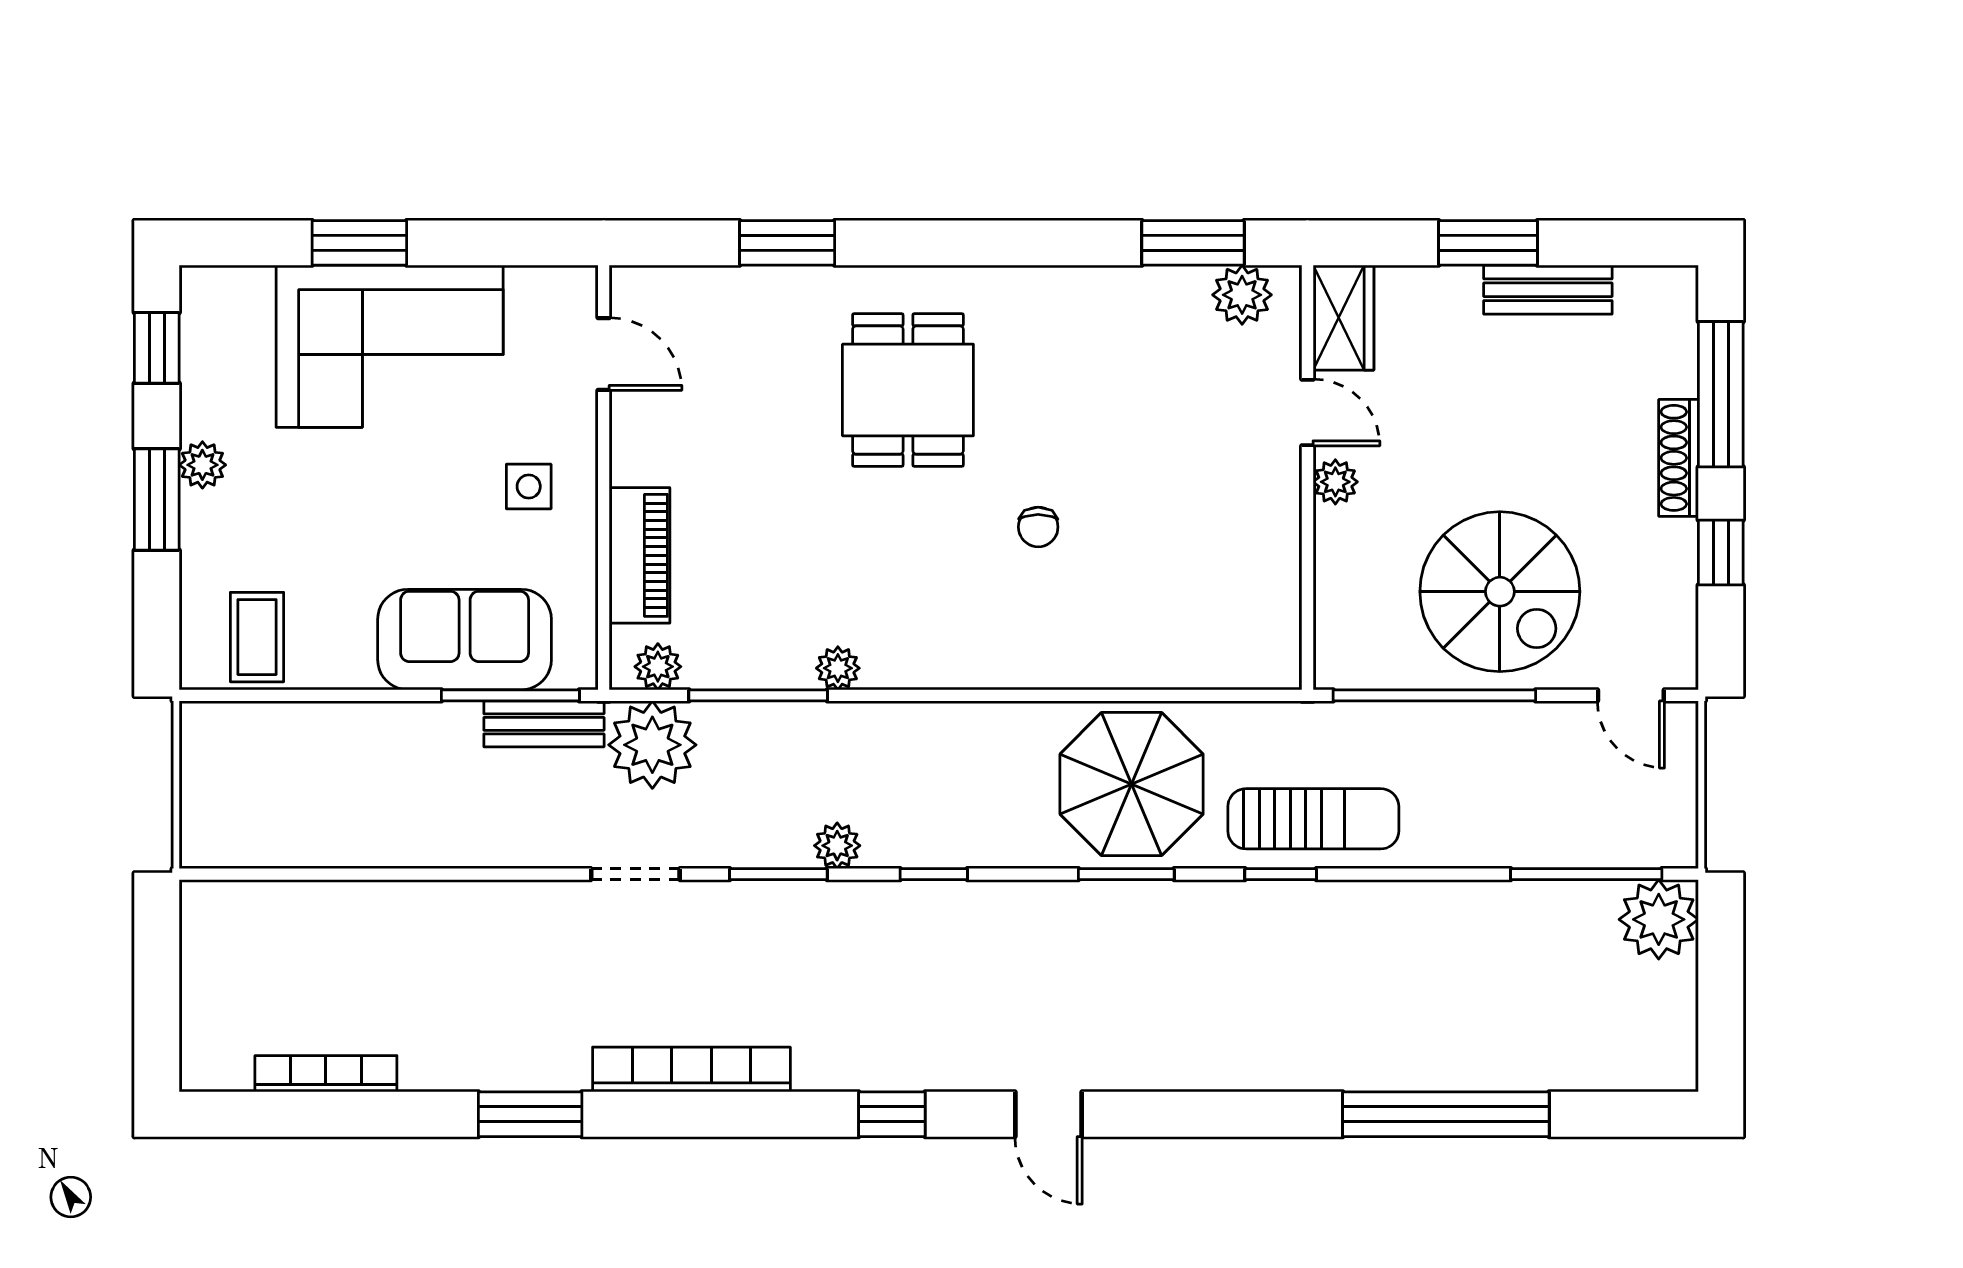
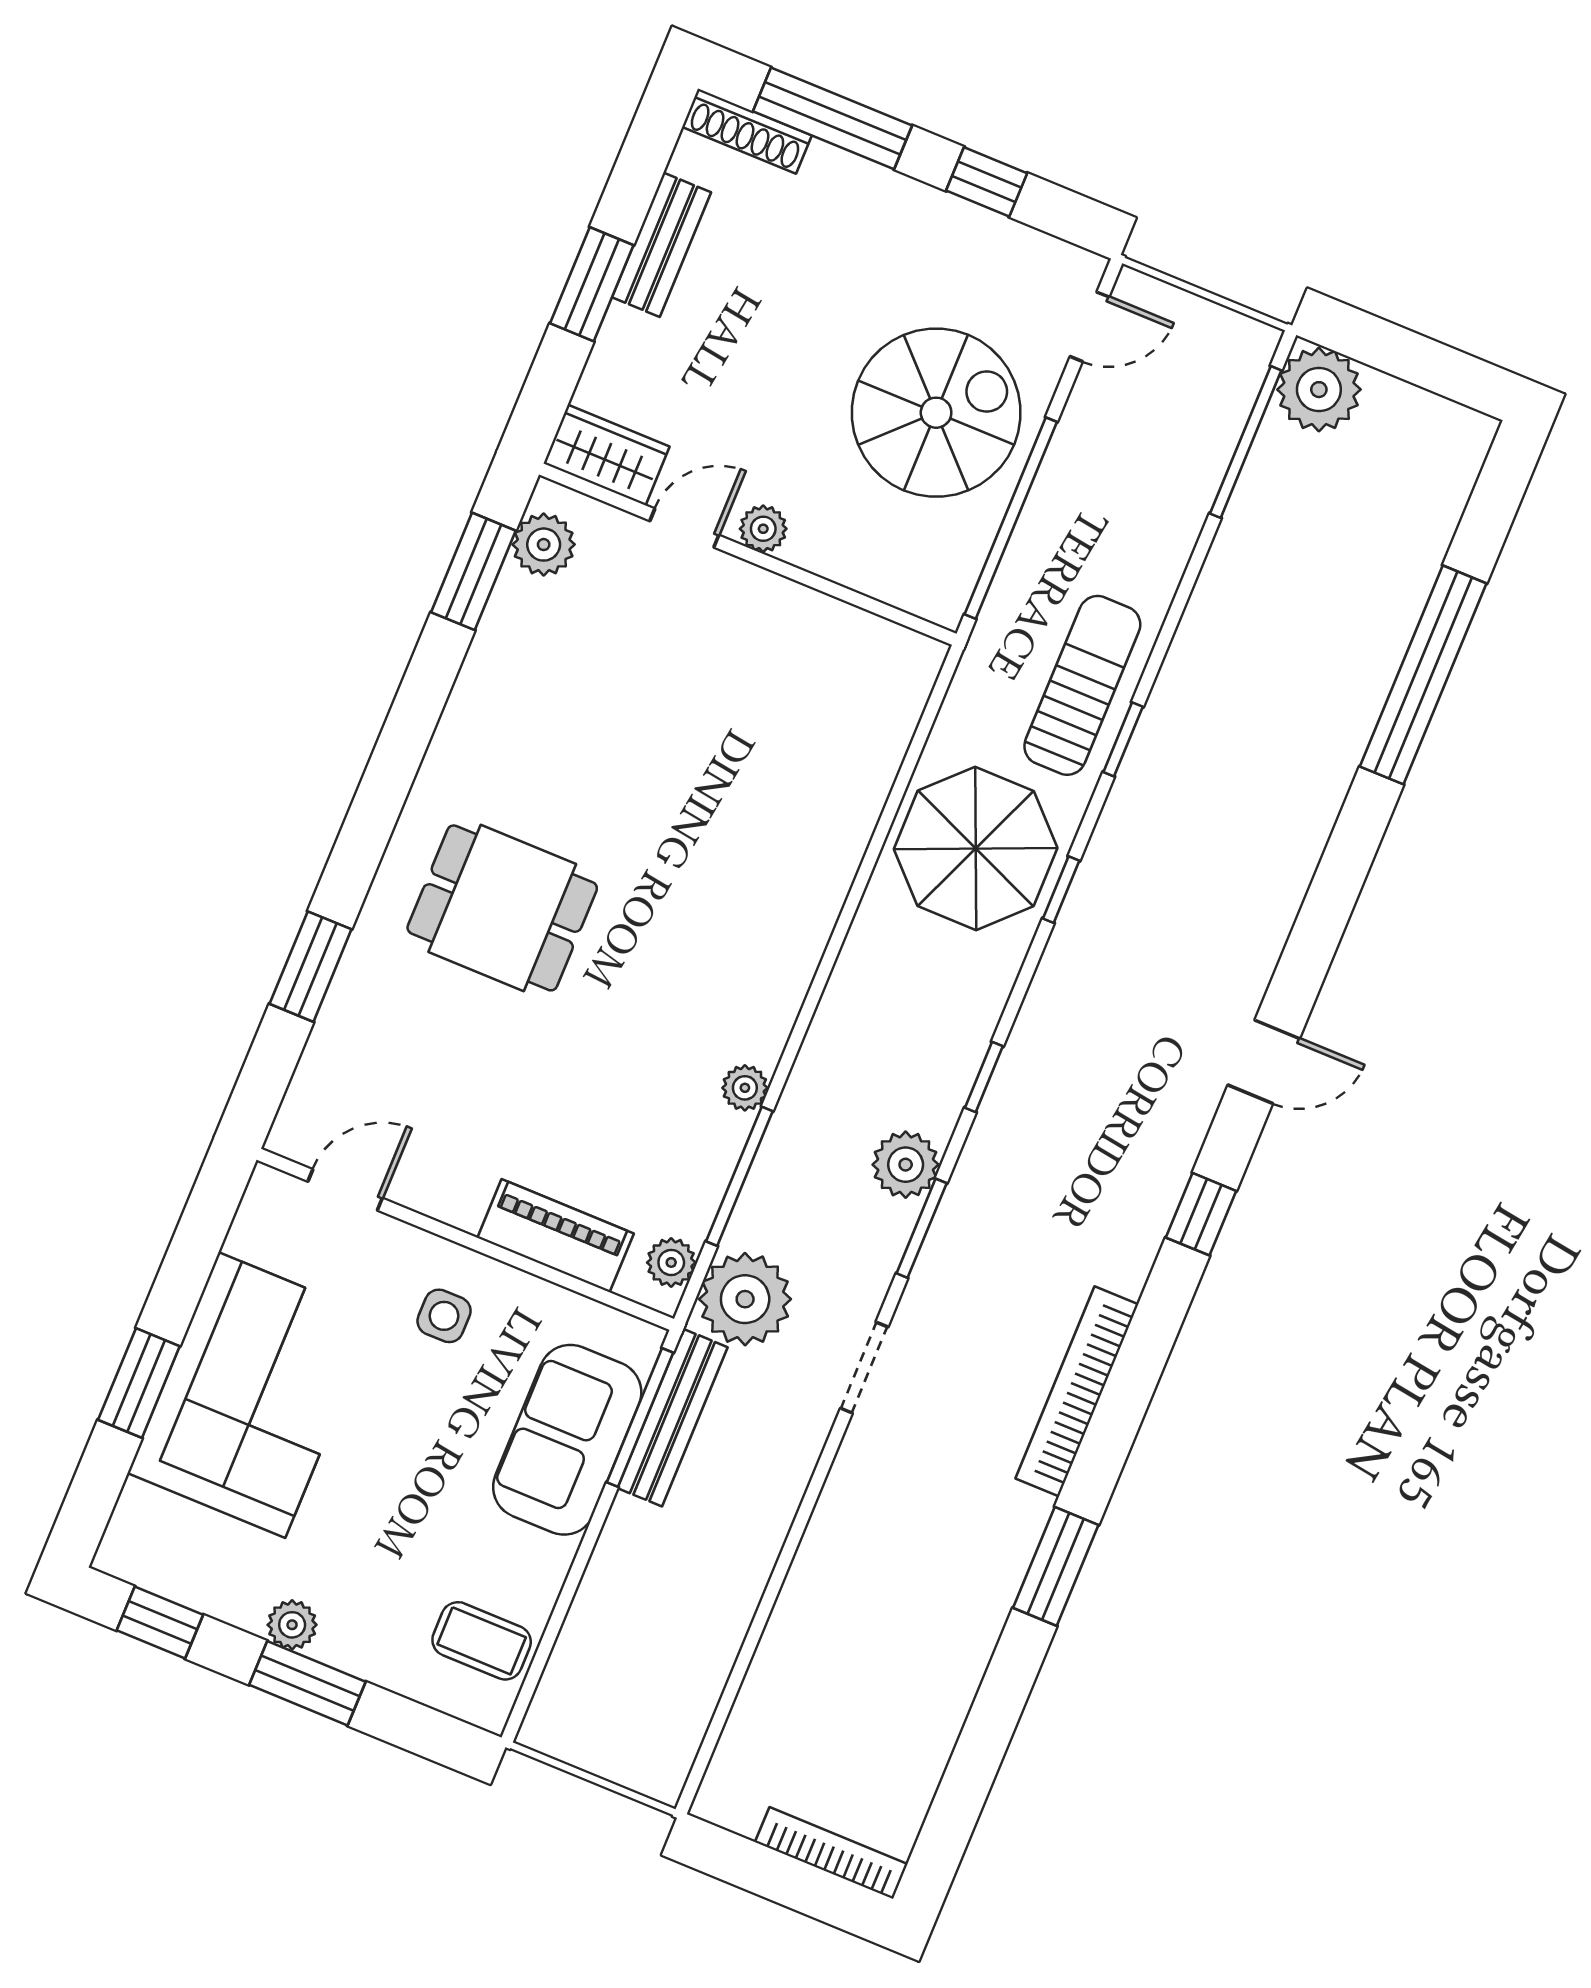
shoe rack: (1679, 458) -> (747, 131), moved
chair: (1038, 527) -> (688, 836), removed
bench: (544, 724) -> (672, 1418), width x1.36
plant: (837, 846) -> (906, 1165), width x1.38, depth x1.38
window: (1126, 874) -> (1061, 890), width x0.67
bookcase: (326, 1074) -> (831, 1853), moved, turned 90

